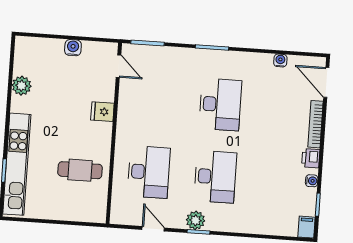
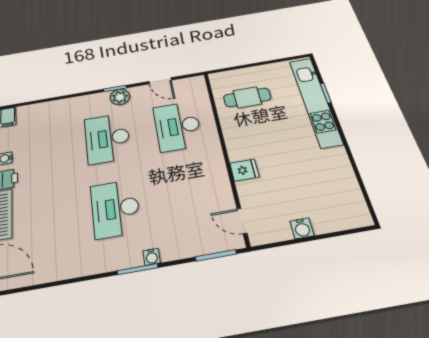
water cooler: (280, 60) -> (152, 257), moved
plant: (22, 86) -> (343, 174), removed
cafe table: (80, 170) -> (247, 97), moved

